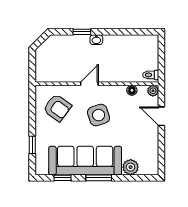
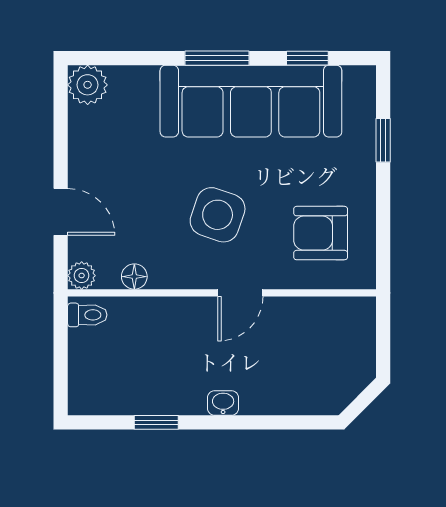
window: (82, 32) -> (156, 422), moved
armchair: (57, 108) -> (321, 233), turned -36
side table: (99, 115) -> (218, 215), turned 37
plant: (131, 167) -> (88, 85), moved

